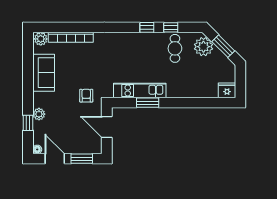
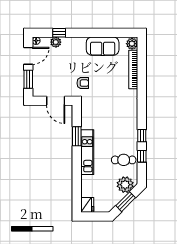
kitchen unit: (140, 90) -> (87, 152), moved
plant: (39, 114) -> (56, 42), moved
door: (107, 127) -> (56, 101), swing flipped

